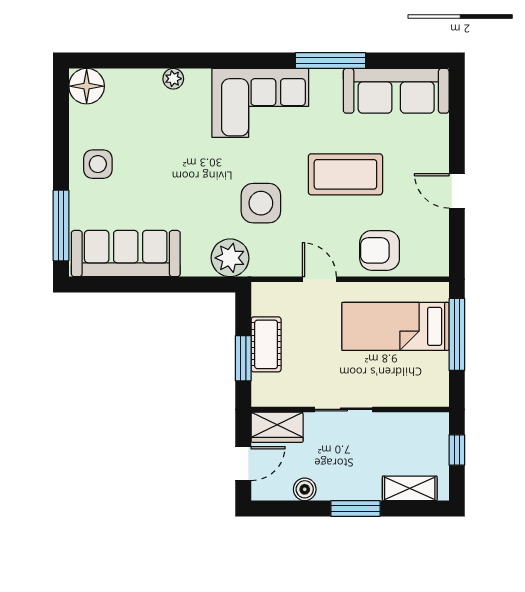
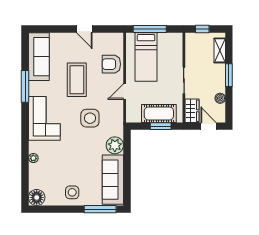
door: (457, 191) -> (84, 29), hinge flipped
armchair: (380, 250) -> (111, 64), turned 90
plant: (230, 258) -> (115, 145), moved
cot: (266, 344) -> (159, 113), width x1.37, depth x1.34

